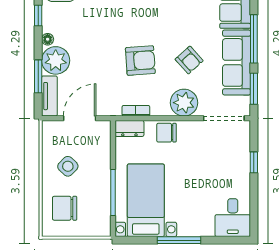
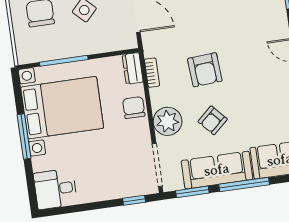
window: (254, 162) -> (134, 200), moved
bed with nightstands: (146, 200) -> (62, 108), width x1.36

